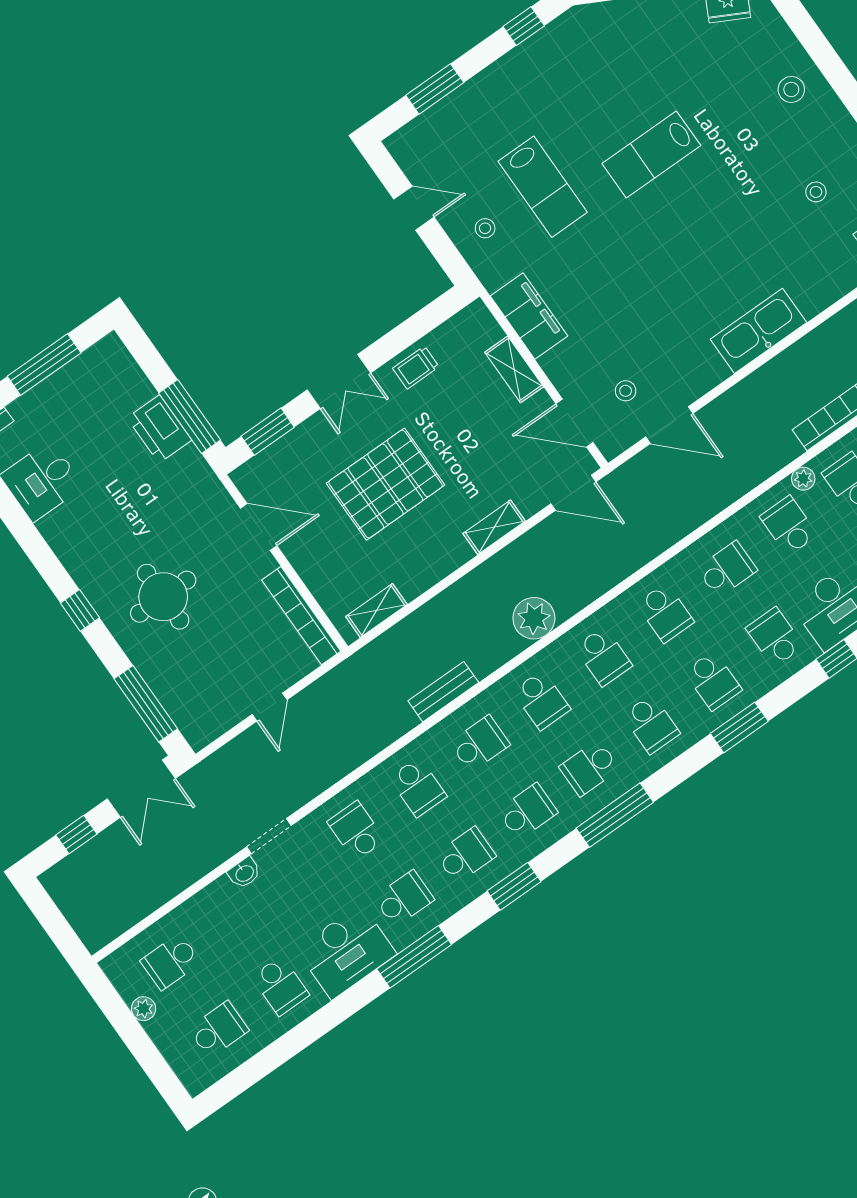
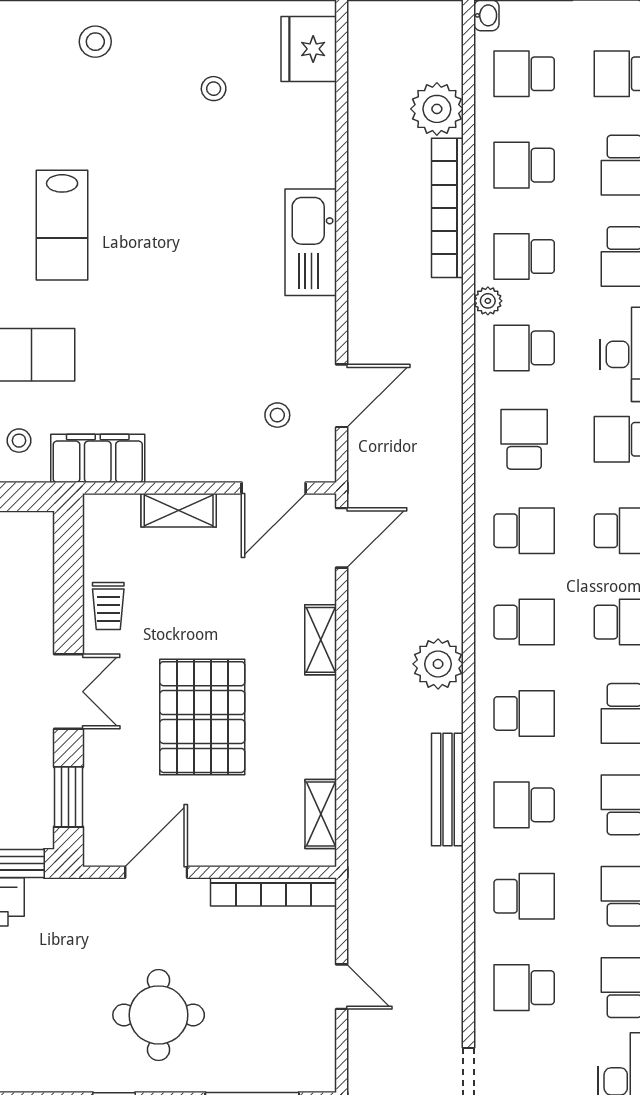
filing cabinet: (529, 316) -> (98, 458), moved
bench: (443, 692) -> (447, 790), width x1.36
school desk: (480, 744) -> (524, 805), turned -90

